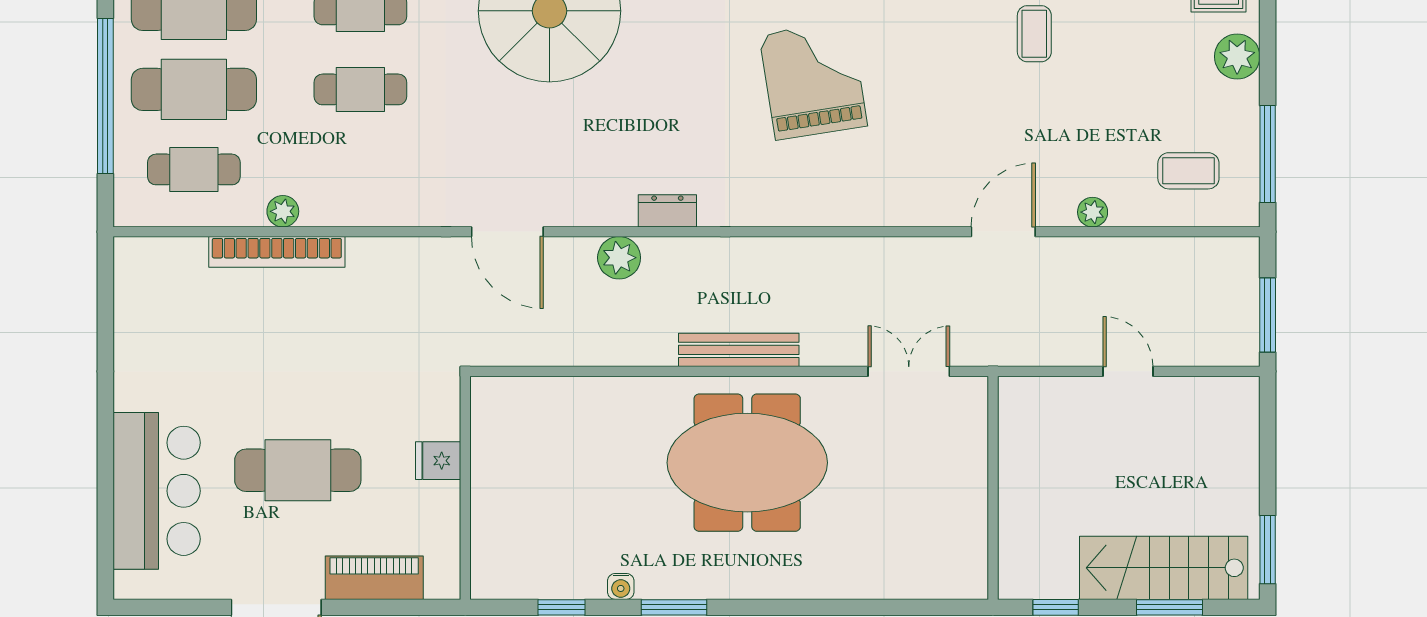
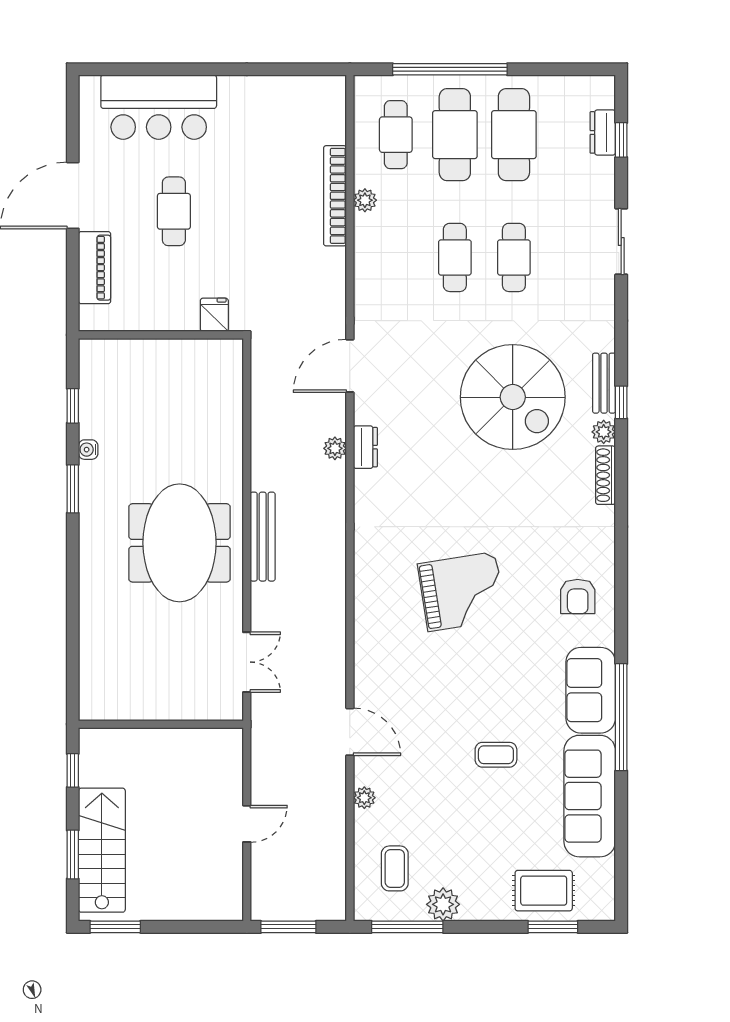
plant: (1237, 57) -> (443, 904), moved
dresser: (667, 211) -> (365, 447), moved
plant: (619, 258) -> (335, 448), width x0.73, depth x0.73
fridge: (438, 461) -> (214, 315), moved
cafe table: (298, 470) -> (174, 211), width x0.73, depth x0.74

